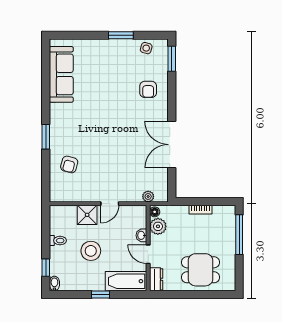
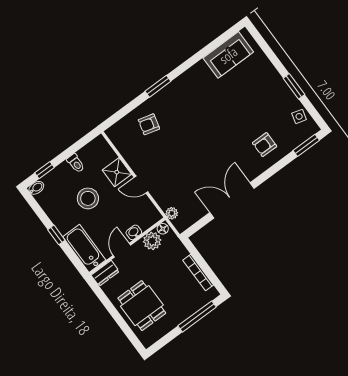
sofa: (61, 74) -> (228, 55), width x0.73
bookcase: (200, 210) -> (198, 273), width x1.56

